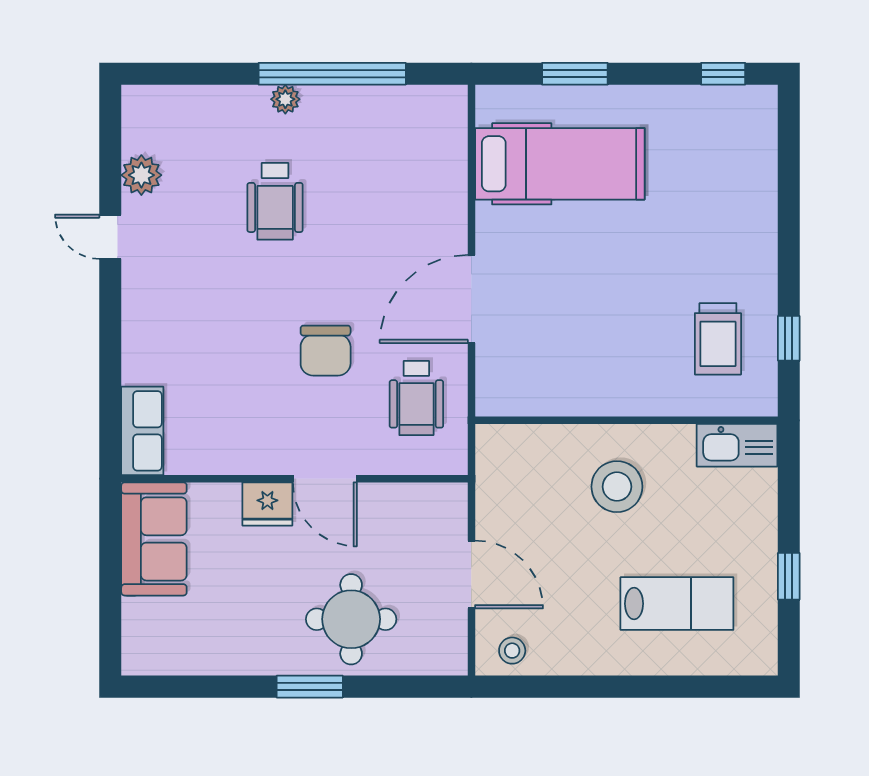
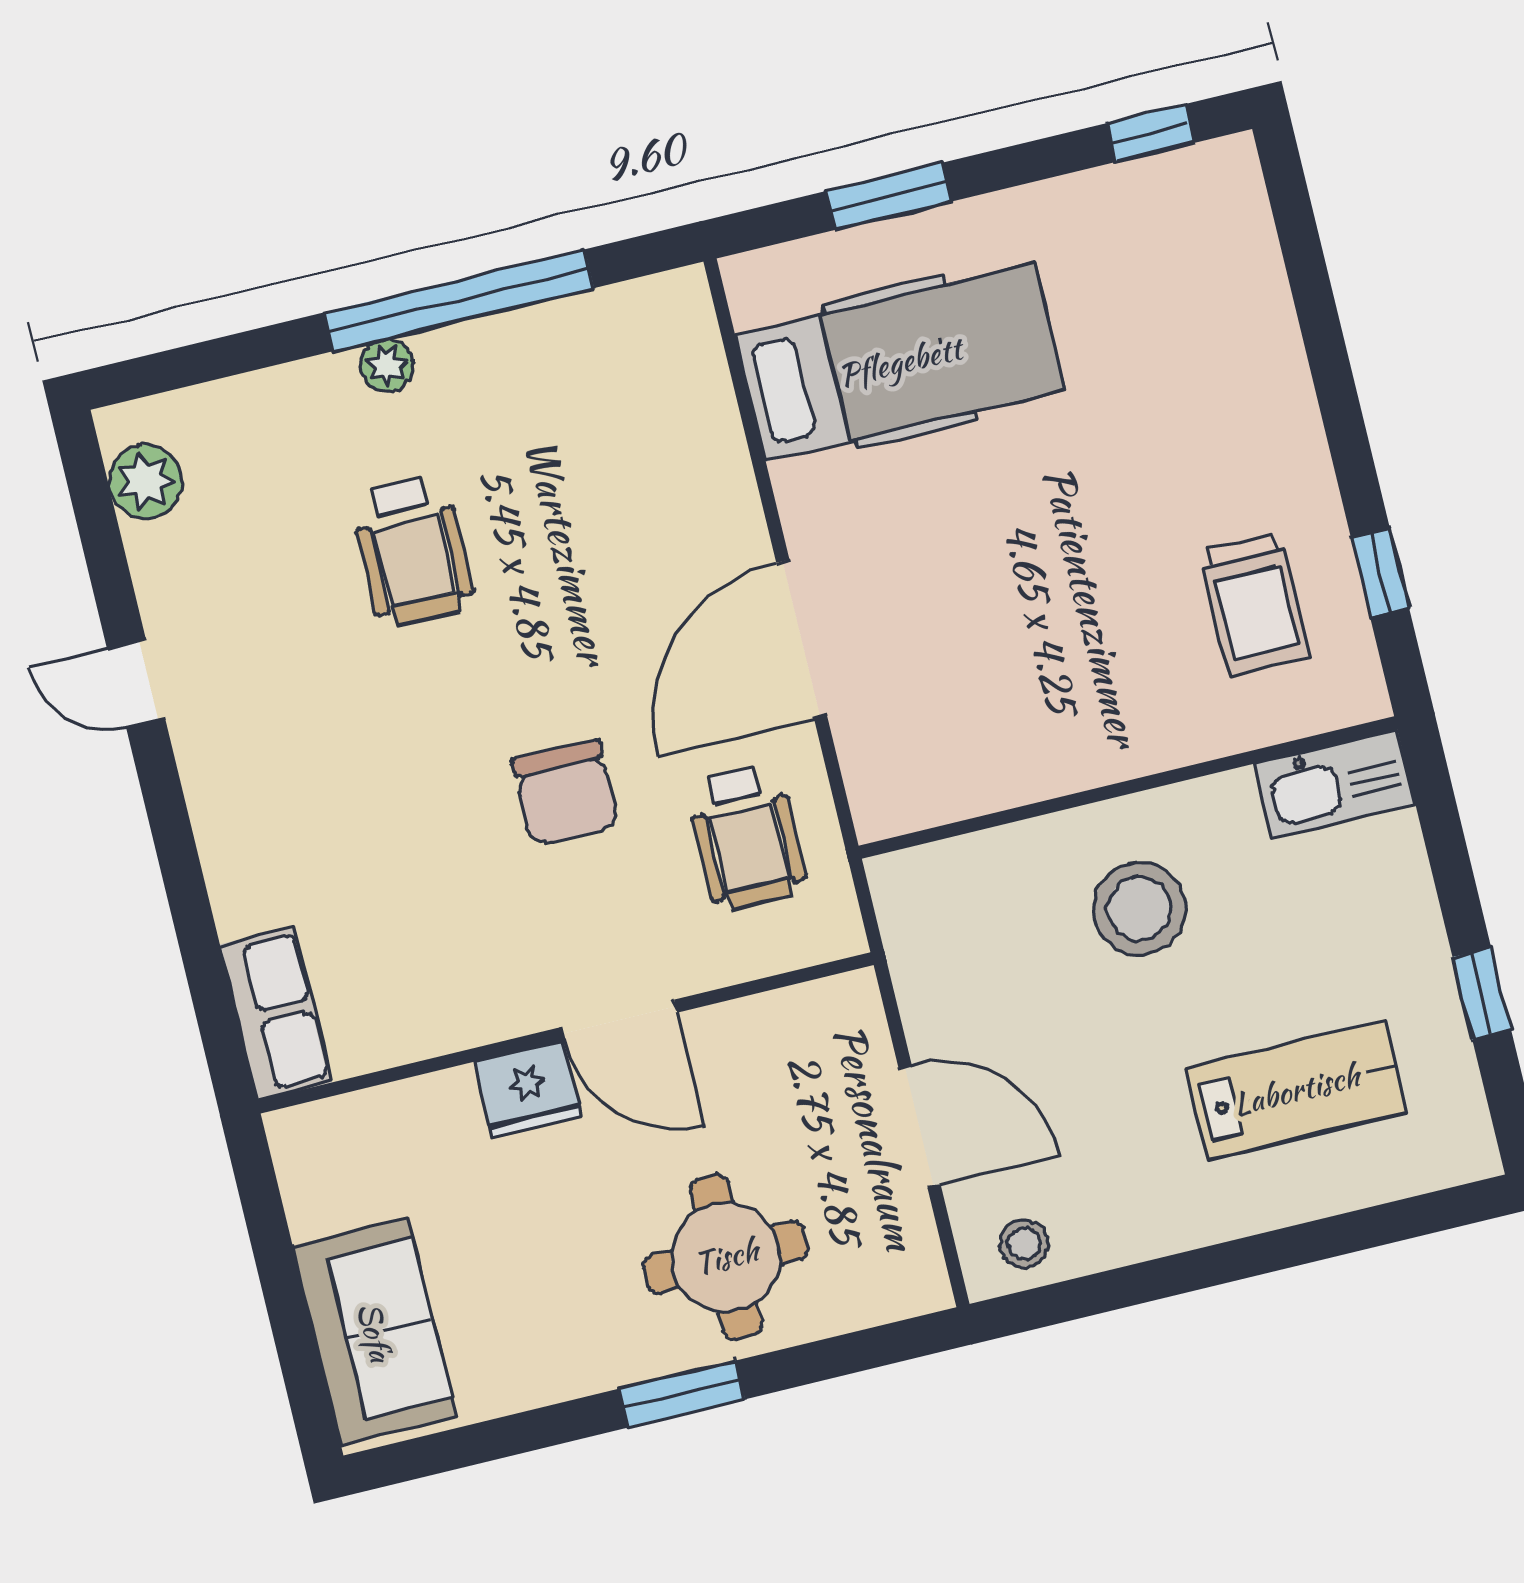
plant: (141, 175) -> (145, 482), moved
sofa: (154, 539) -> (375, 1332), moved

